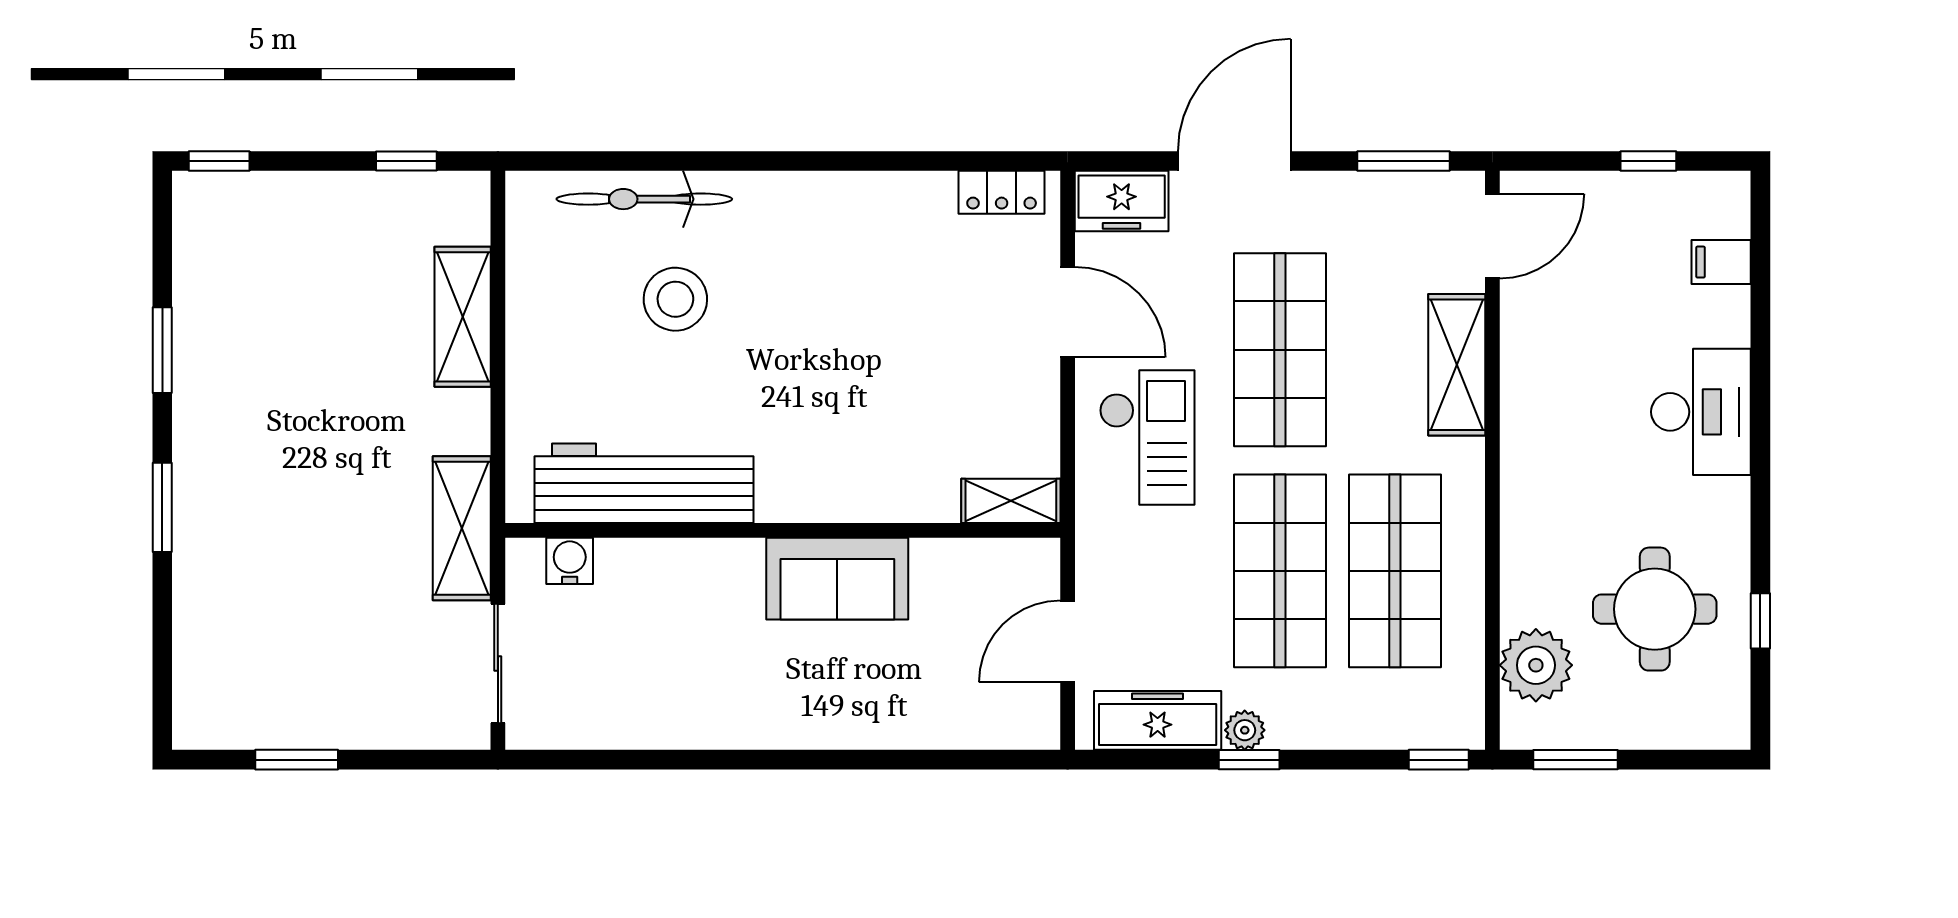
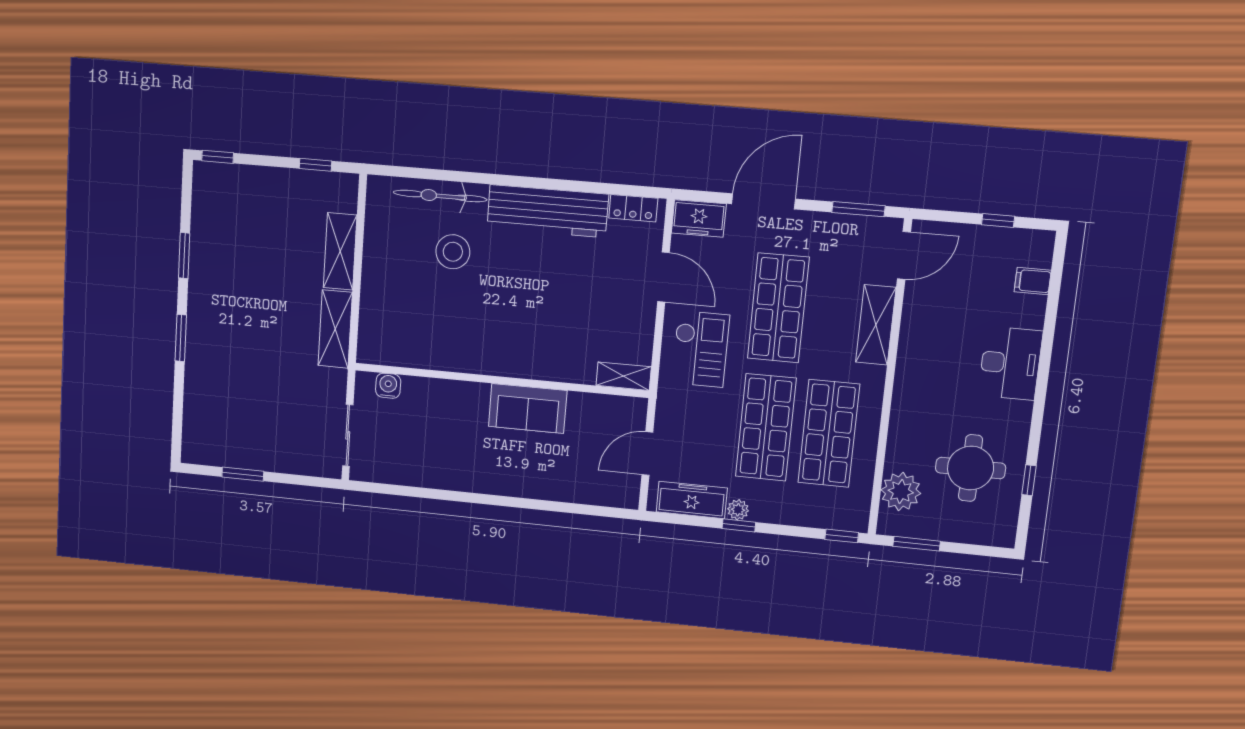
workbench: (644, 483) -> (548, 211), moved, turned 180
shelving: (462, 528) -> (335, 329), moved

